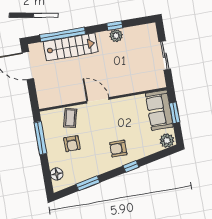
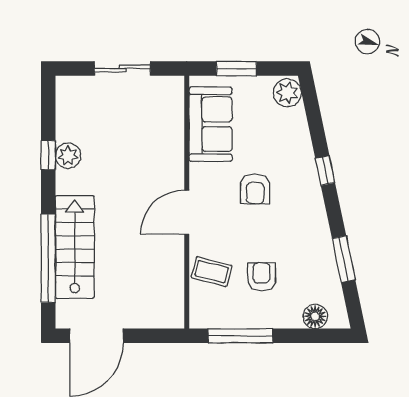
sofa: (159, 110) -> (211, 124), moved, turned -90
armchair: (72, 144) -> (262, 277), turned -90
armchair: (118, 149) -> (255, 189), moved

